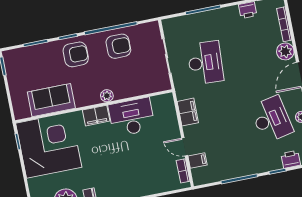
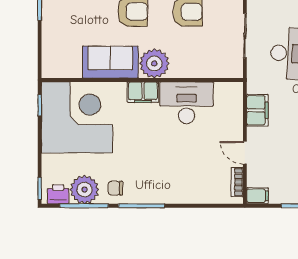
plant: (107, 96) -> (154, 63), width x1.87, depth x1.87
sofa: (51, 100) -> (110, 62), moved
filing cabinet: (197, 160) -> (257, 196), moved

